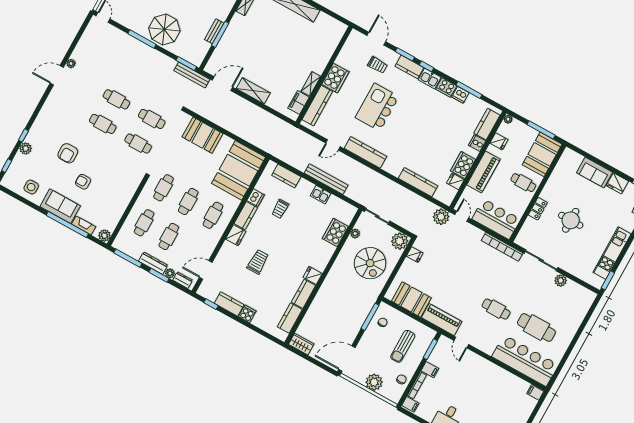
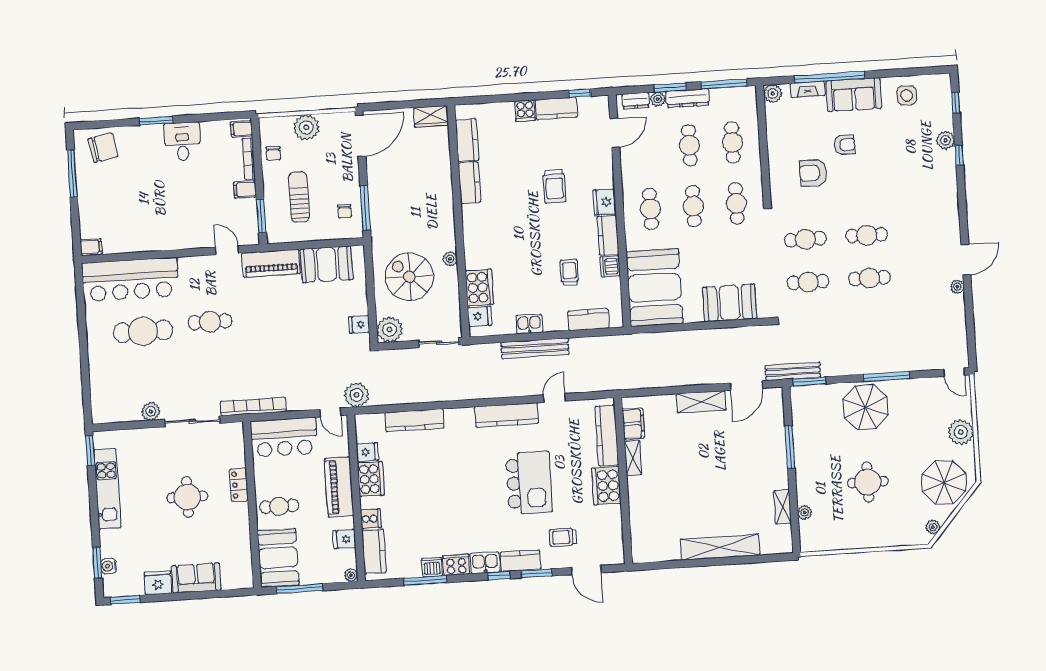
bench: (214, 31) -> (800, 446), removed
armchair: (68, 153) -> (813, 173), moved, turned -90
plant: (355, 234) -> (450, 259), moved
fridge: (313, 275) -> (480, 316), moved

